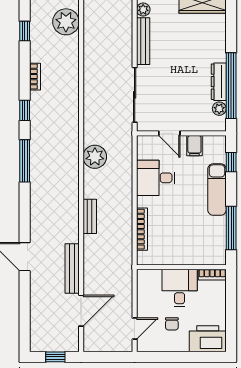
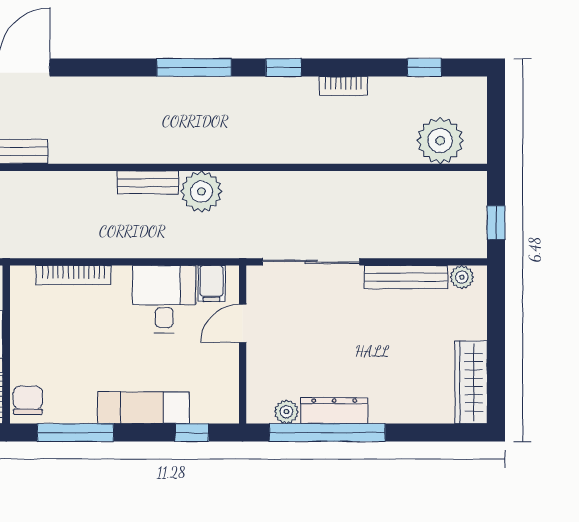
filing cabinet: (194, 146) -> (211, 283), moved, turned -90
bench: (90, 216) -> (148, 183), moved
chair: (213, 255) -> (28, 400), added

